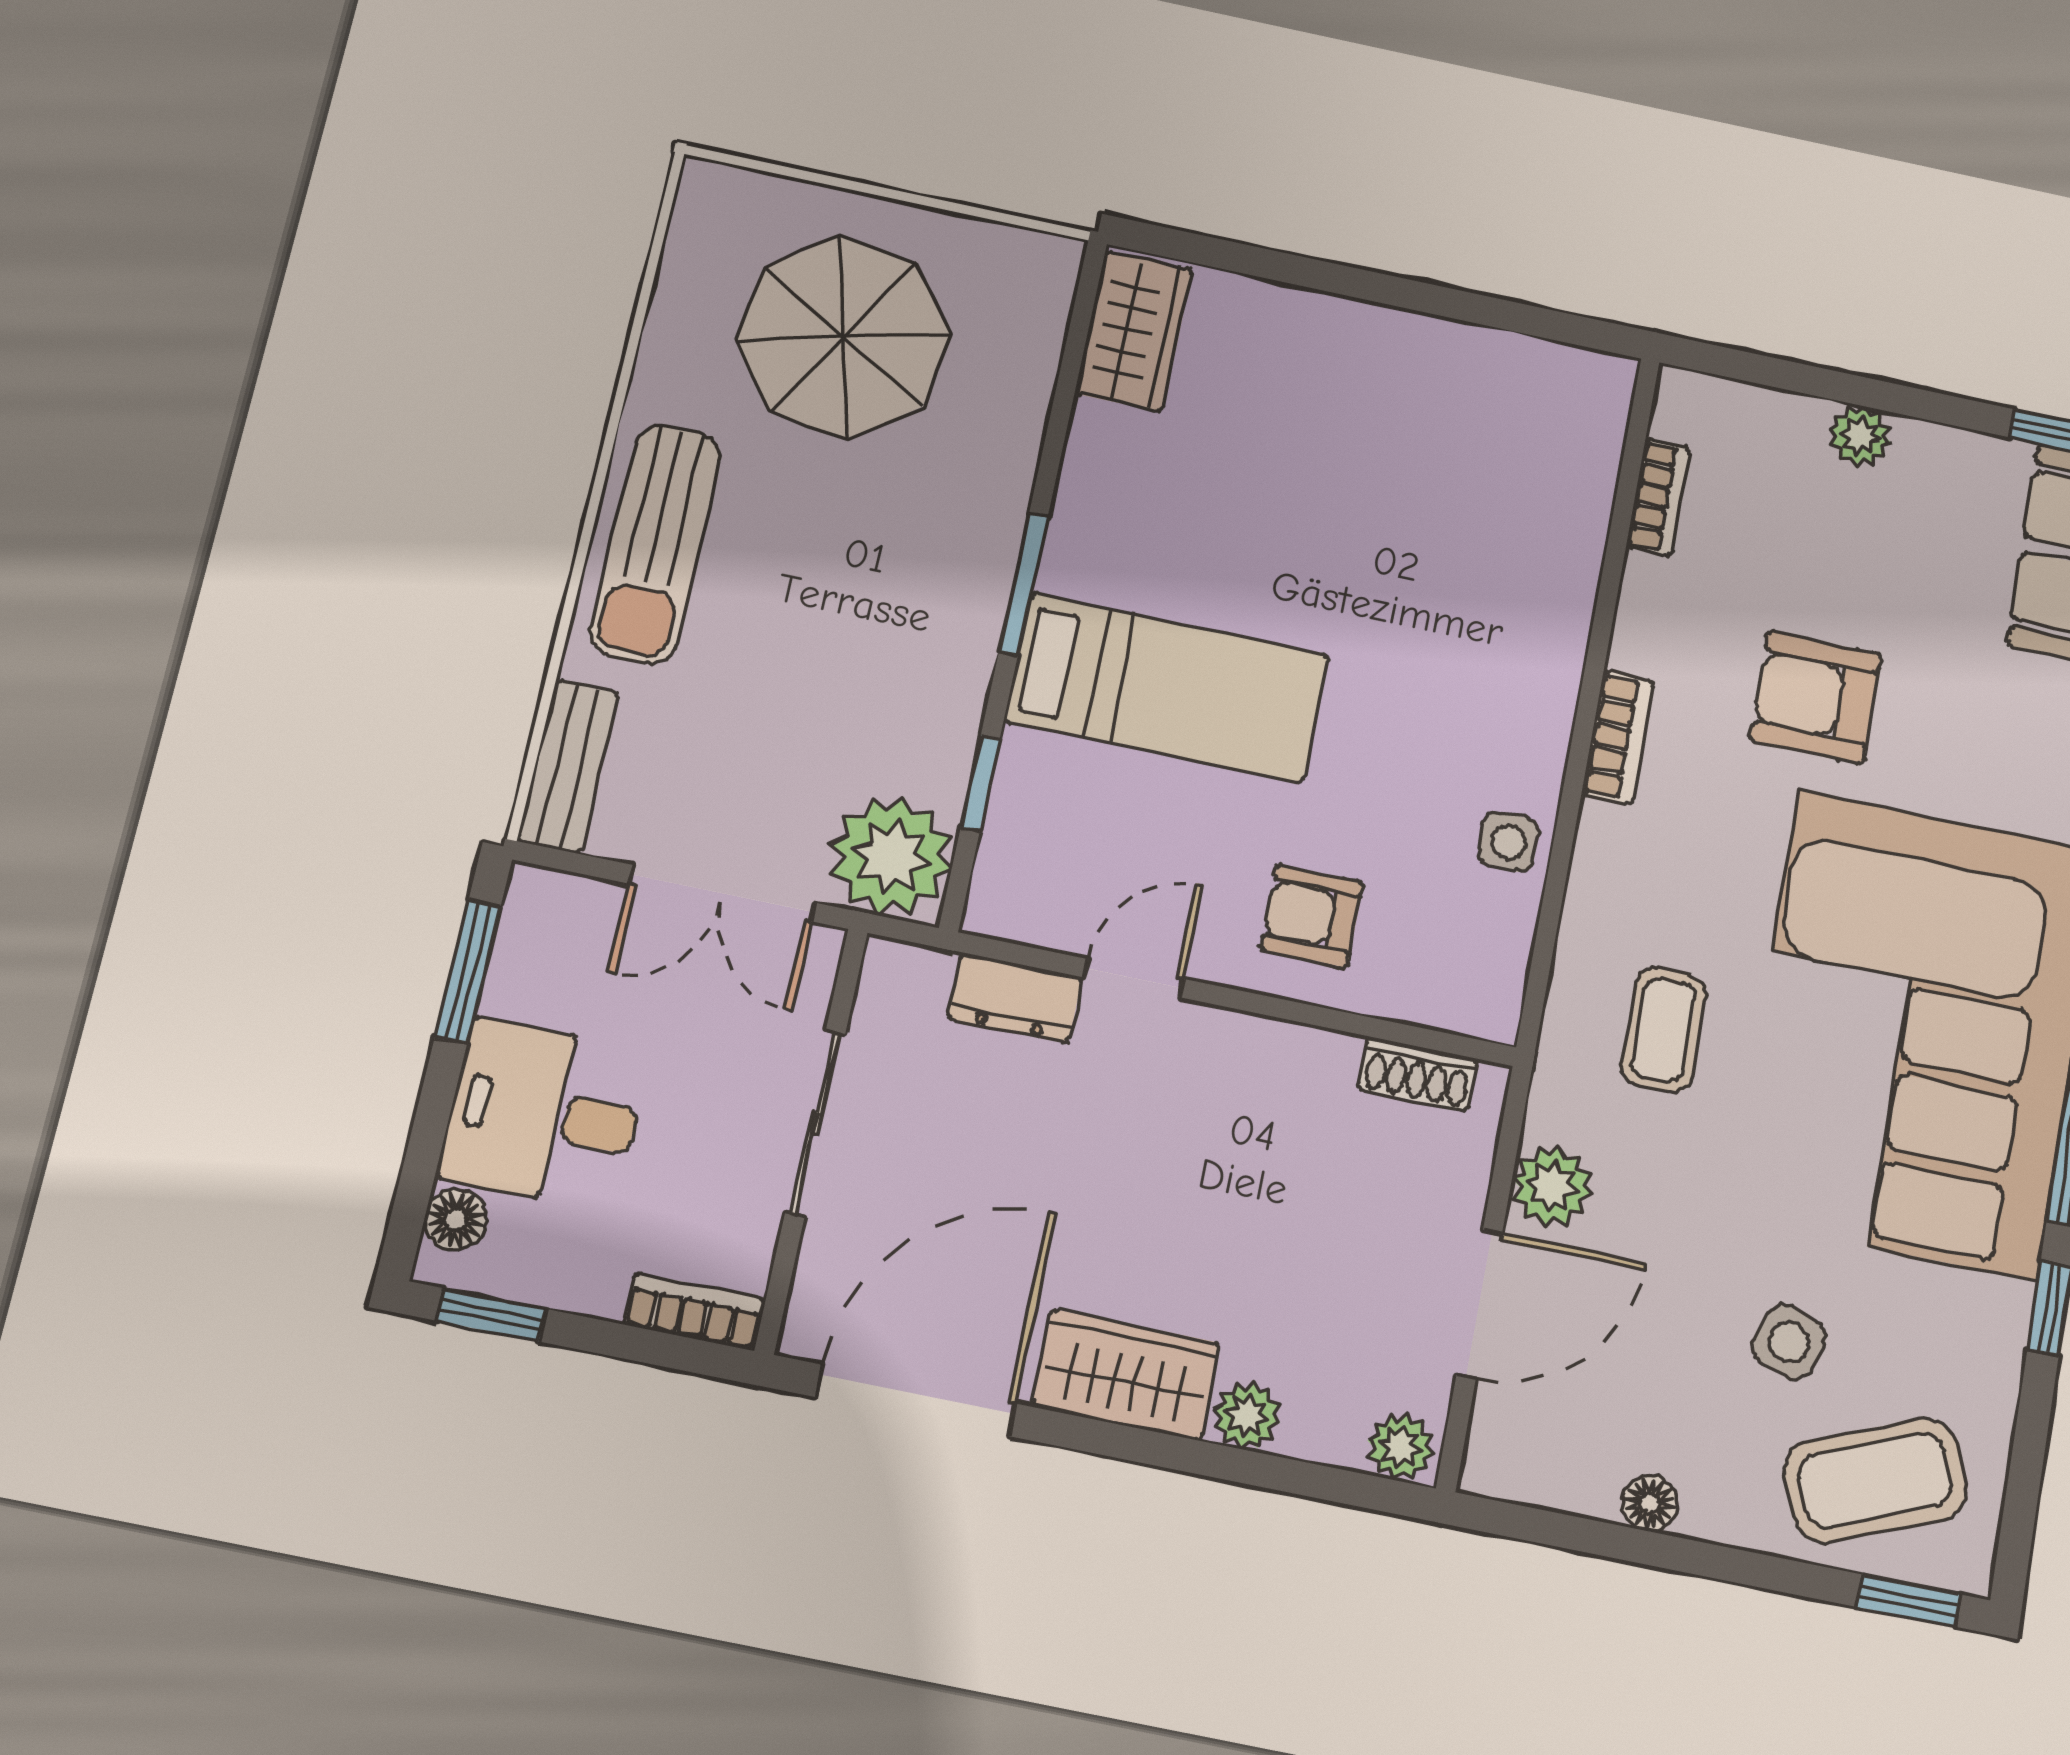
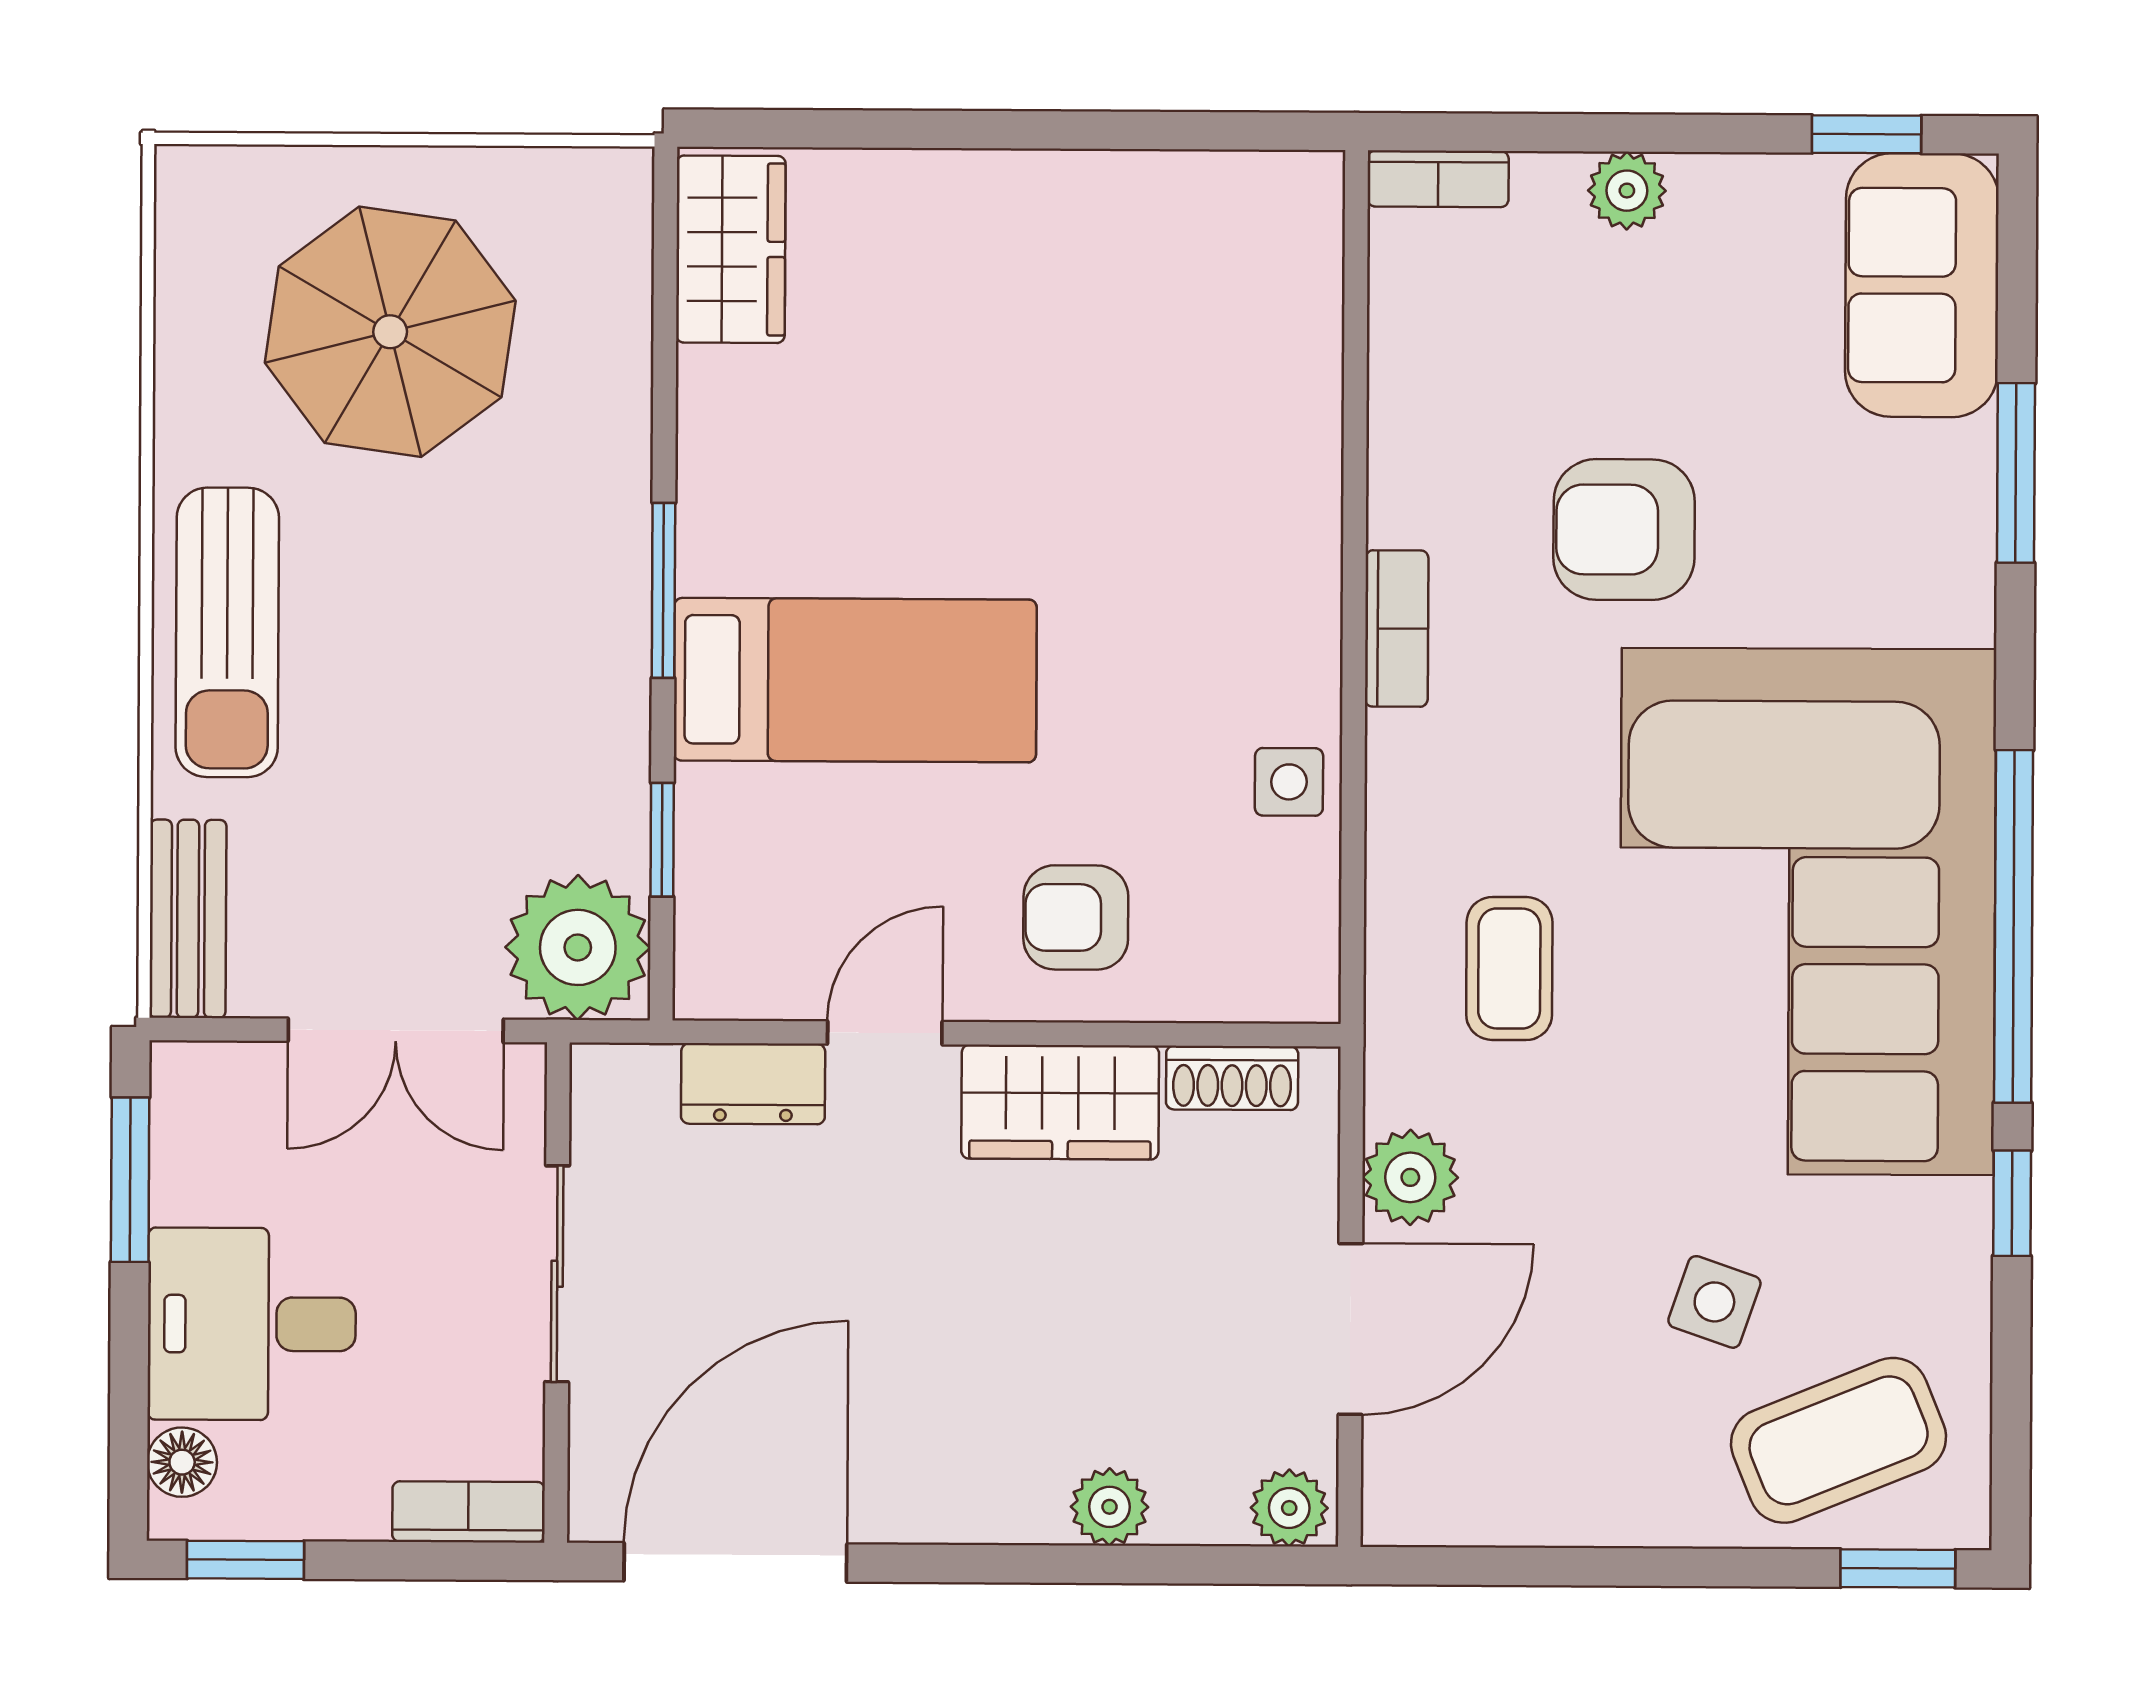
bookcase: (1658, 497) -> (1438, 179), moved, turned 90
wardrobe: (1126, 1375) -> (1060, 1102), moved, turned 180
floor lamp: (1650, 1503) -> (1584, 1516), removed

